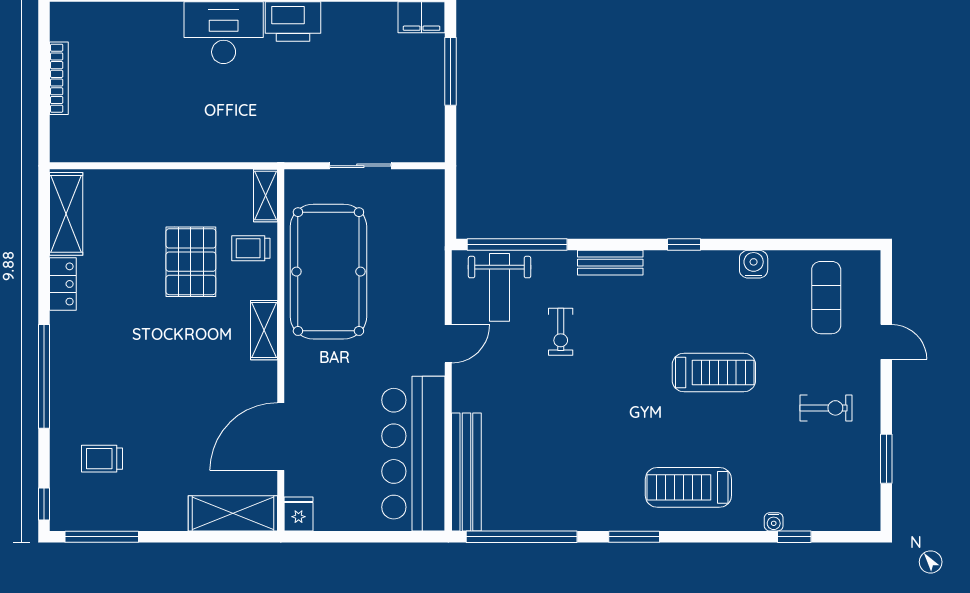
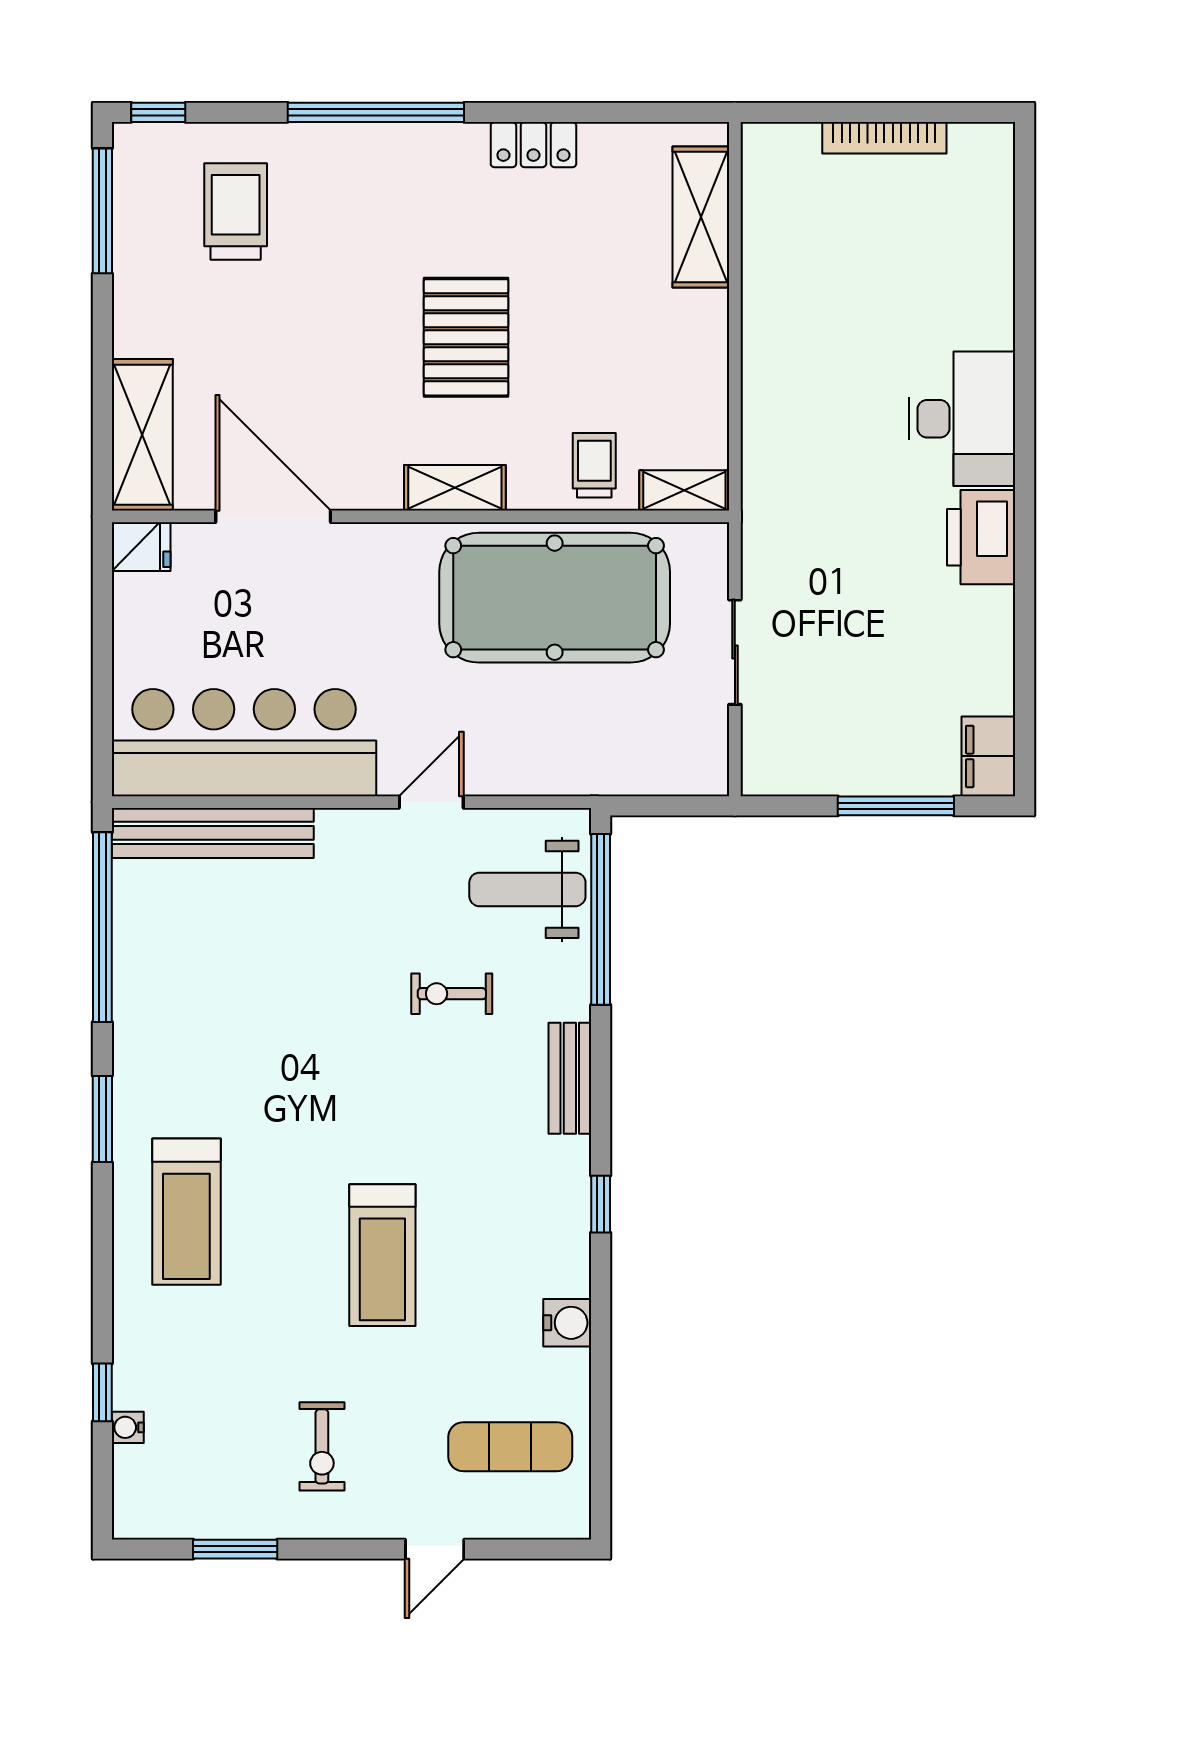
shelving: (66, 214) -> (701, 217), moved, turned 90
pallet: (191, 262) -> (466, 337), moved, turned 90
door: (448, 344) -> (431, 802), swing flipped
trolley: (102, 459) -> (236, 211), width x1.36, depth x1.39
treadmill: (688, 487) -> (186, 1212), turned 180
water cooler: (774, 522) -> (128, 1427), moved

